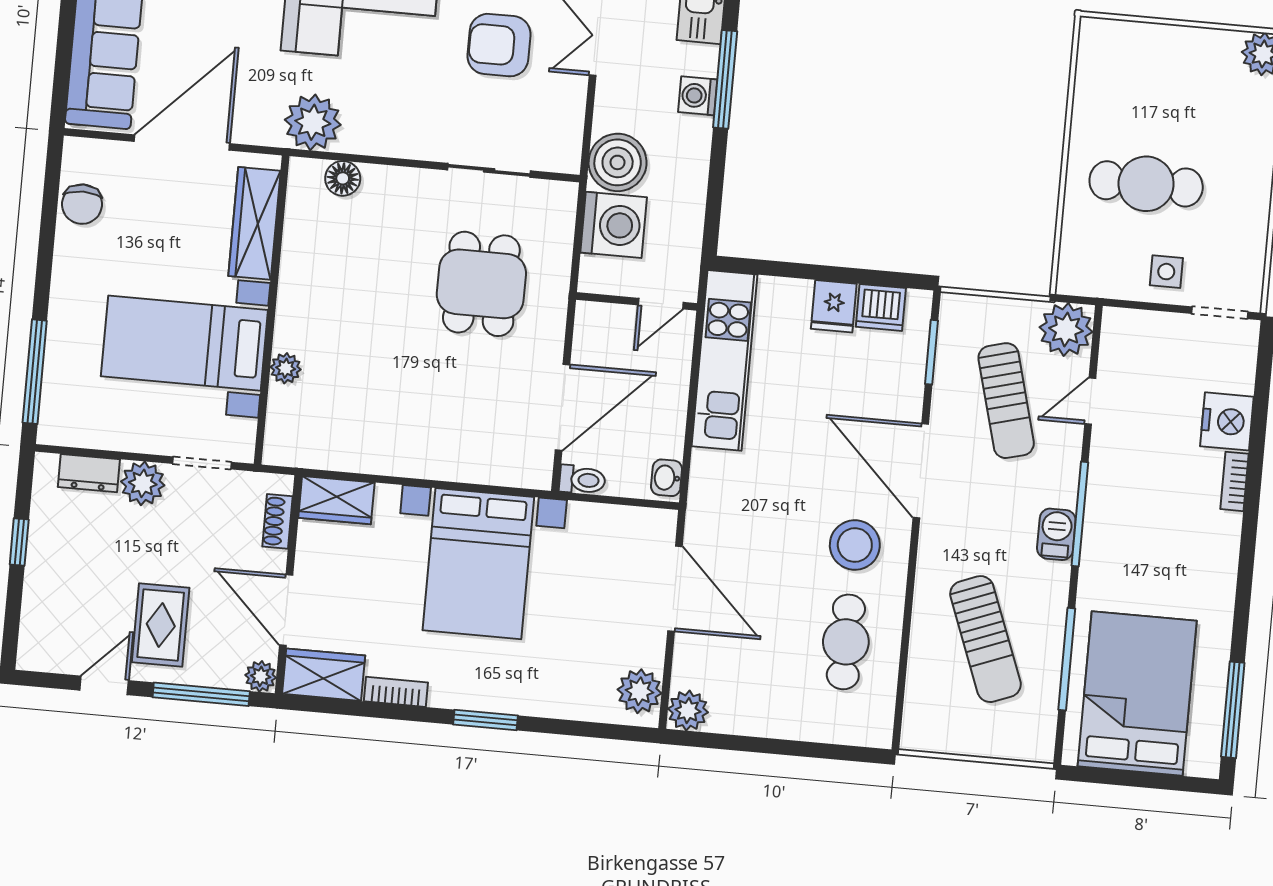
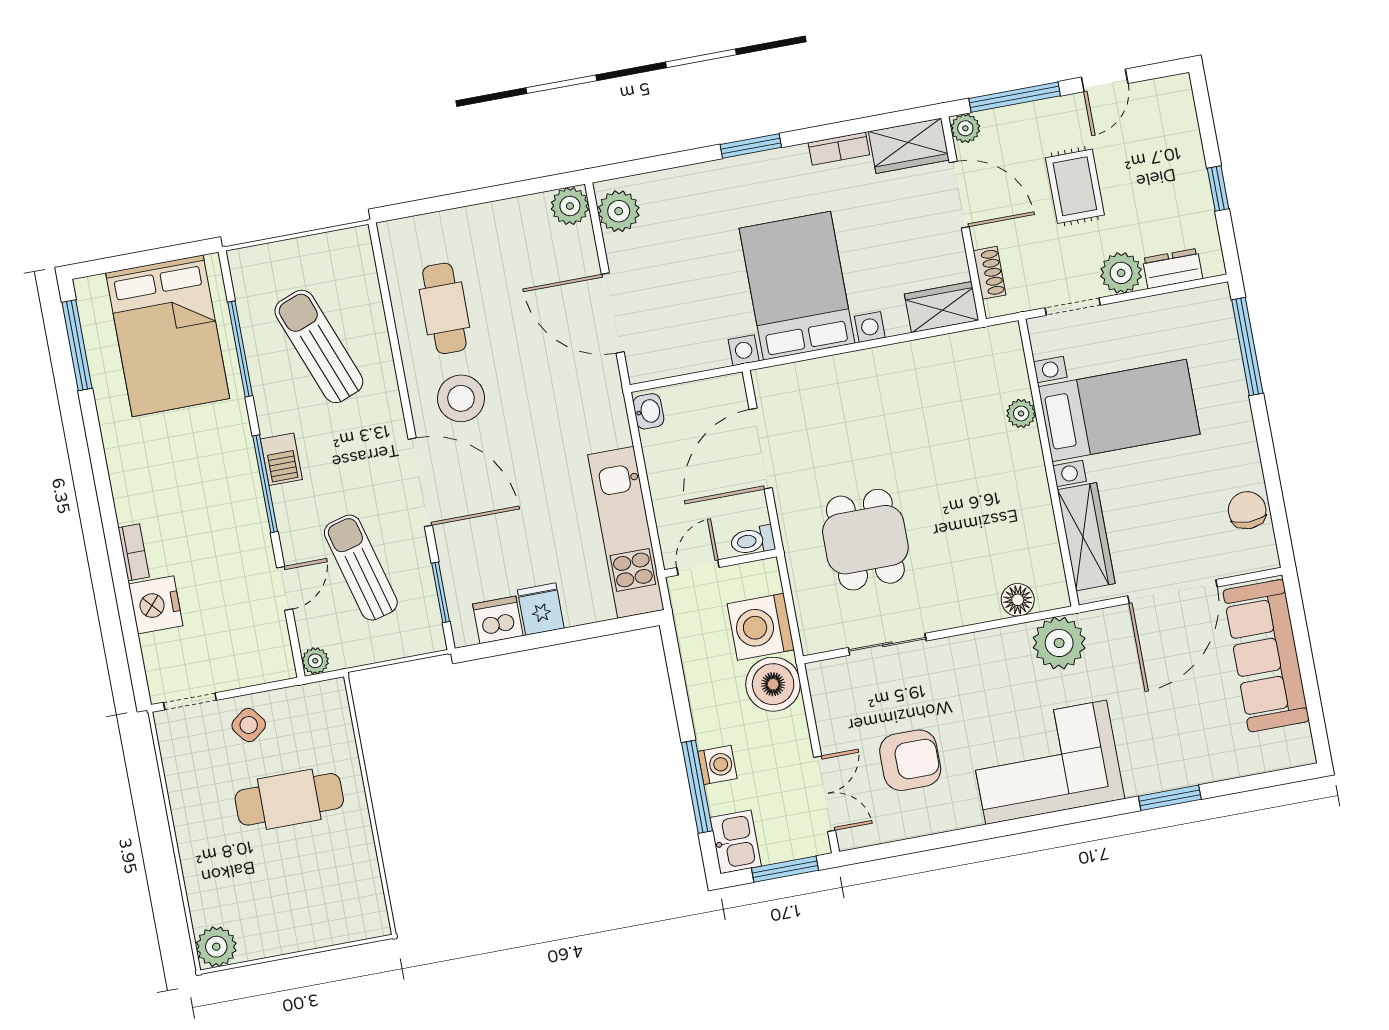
side table: (1166, 272) -> (249, 725), turned -38
plant: (1066, 329) -> (315, 661), width x0.53, depth x0.53
toilet: (582, 480) -> (753, 541), moved
rug: (161, 625) -> (1075, 186), moved

